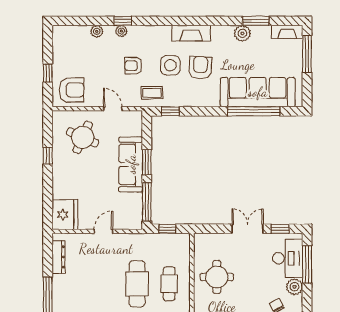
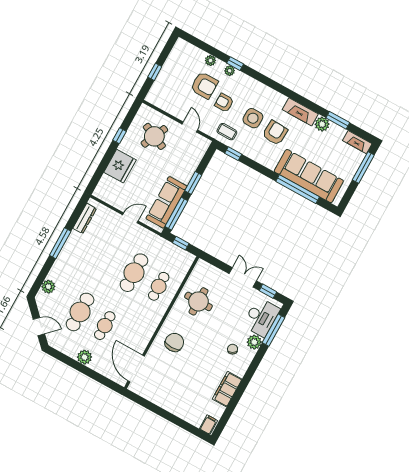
fireplace: (191, 33) -> (300, 112), moved
armchair: (72, 90) -> (204, 85), moved
sofa: (131, 164) -> (166, 202), moved
fridge: (65, 215) -> (120, 166), moved

